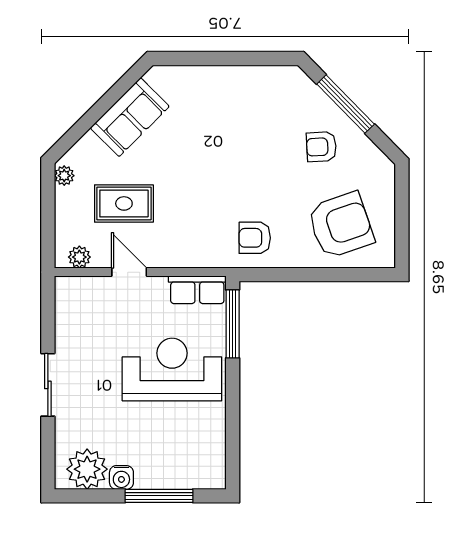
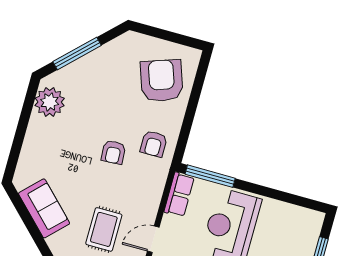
plant: (272, 86) -> (50, 102), added
armchair: (321, 147) -> (113, 152), moved

